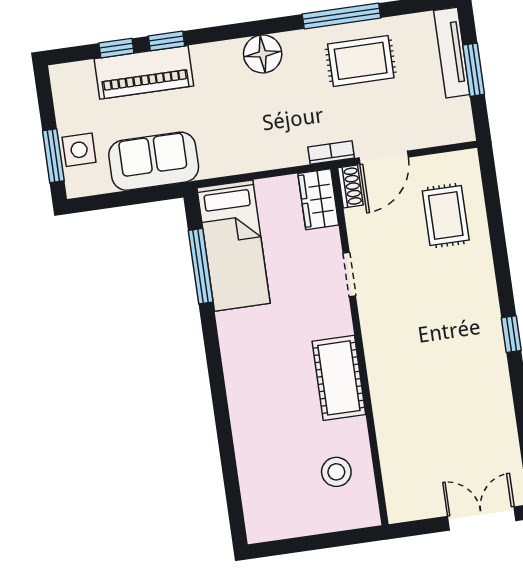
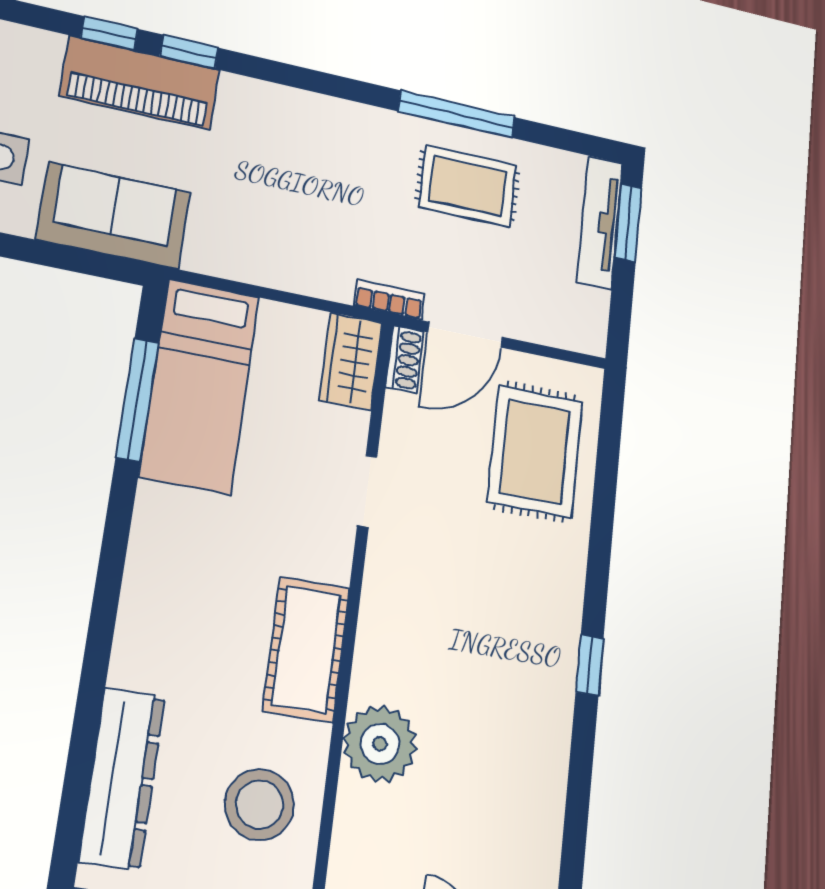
floor lamp: (263, 54) -> (327, 123), removed
window: (474, 70) -> (628, 223), moved
rug: (446, 216) -> (535, 452), width x1.36, depth x1.43
plant: (396, 418) -> (380, 744), added
stool: (336, 472) -> (260, 805), width x1.38, depth x1.38
dresser: (256, 480) -> (122, 779), added

